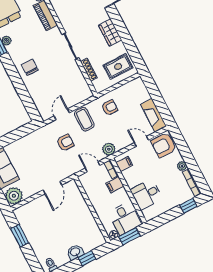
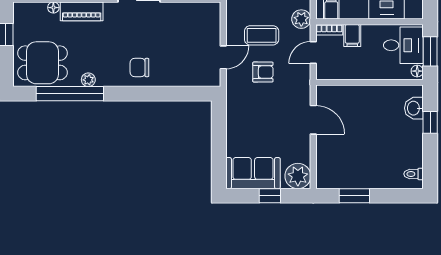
door: (62, 114) -> (223, 57), swing flipped
coffee table: (84, 119) -> (262, 35), moved
armchair: (65, 143) -> (263, 72), turned 90
washbasin: (75, 252) -> (414, 108), moved

